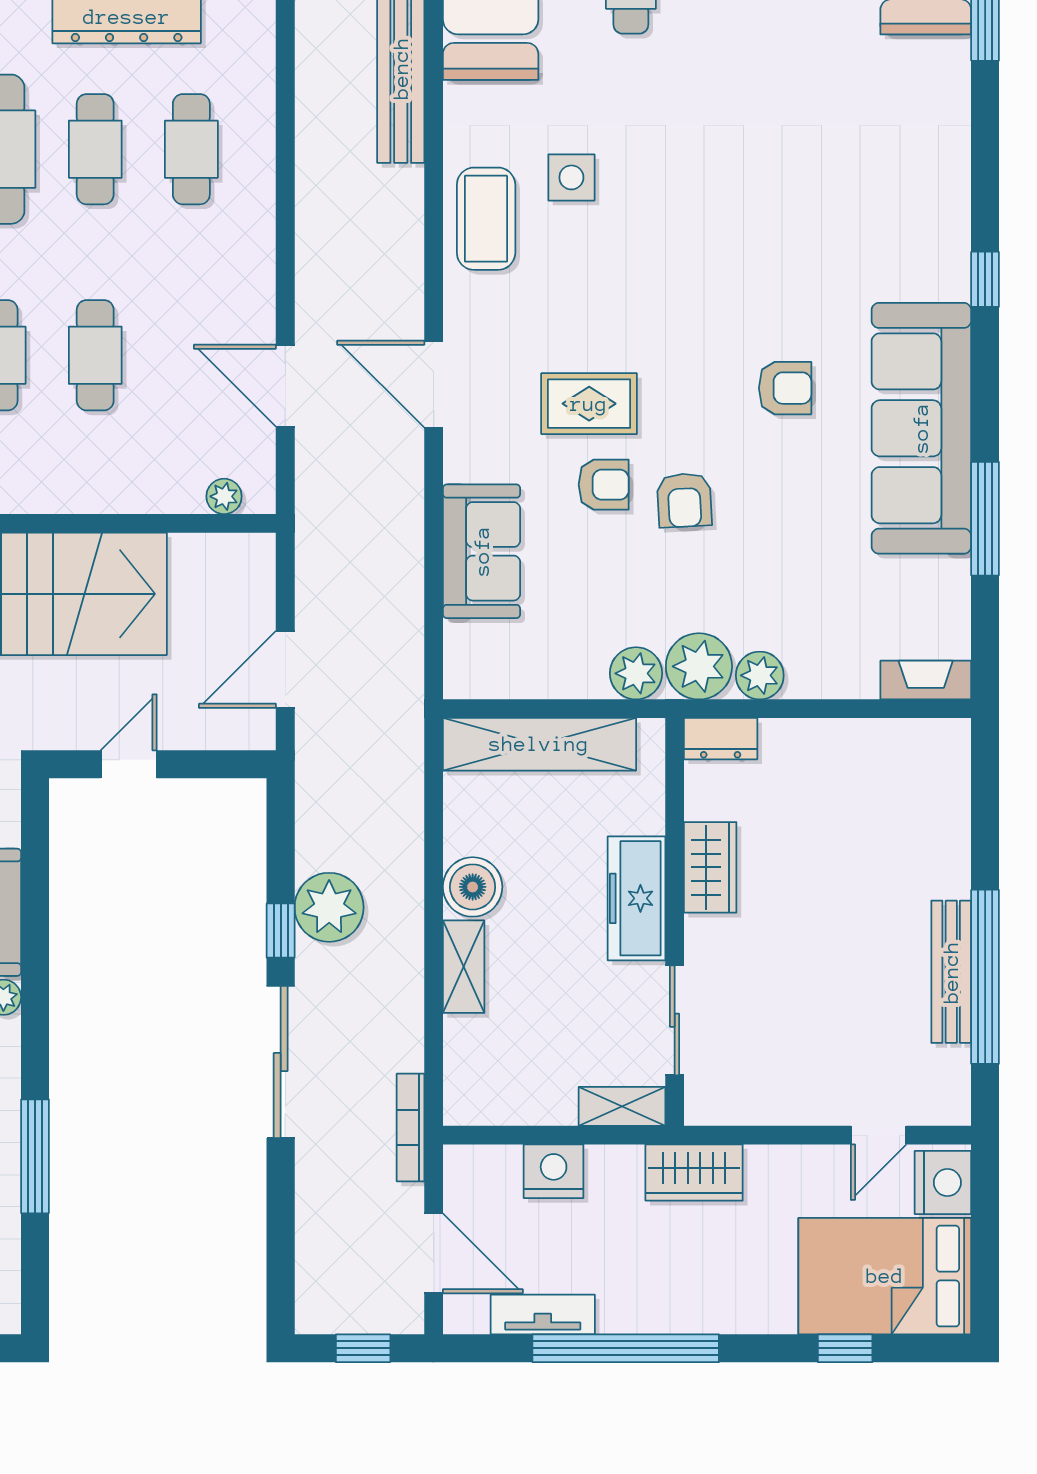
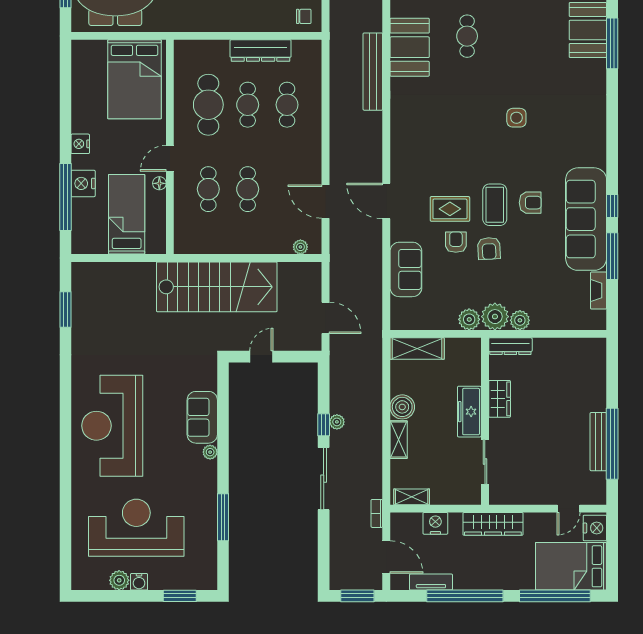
side table: (571, 177) -> (516, 118), moved
coffee table: (486, 219) -> (495, 205), moved
window: (985, 279) -> (612, 206), moved
armchair: (604, 485) -> (456, 242), turned -90
door: (285, 669) -> (326, 318), swing flipped
fireplace: (926, 680) -> (599, 291), moved, turned -90
dresser: (721, 739) -> (510, 346), width x1.44
shelving: (539, 744) -> (417, 349), width x0.68
plant: (329, 907) -> (337, 422), width x0.53, depth x0.53
shelving: (622, 1106) -> (412, 497), moved
bookcase: (410, 1128) -> (377, 513), width x0.64
wardrobe: (694, 1173) -> (493, 524), width x1.50
window: (363, 1348) -> (357, 596), width x1.50
window: (845, 1348) -> (555, 596), width x3.17

